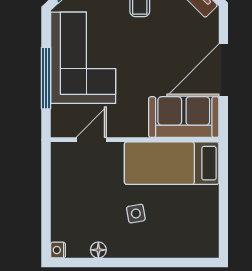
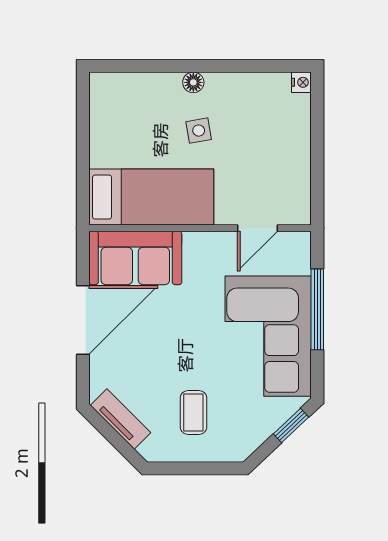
floor lamp: (98, 250) -> (193, 82), moved

